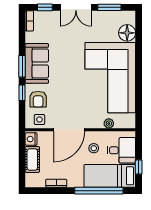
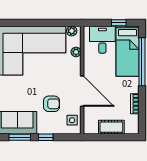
armchair: (38, 99) -> (52, 104), moved
plant: (130, 119) -> (72, 31), added
nightstand: (31, 139) -> (91, 128), removed
stool: (94, 148) -> (100, 67), removed

